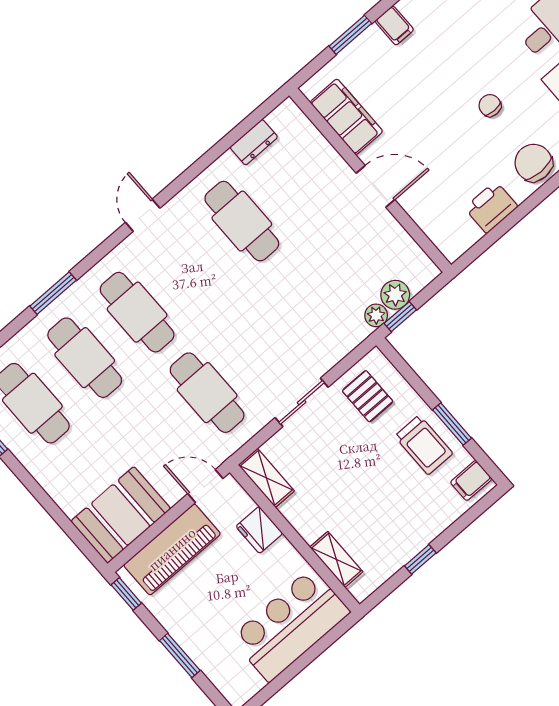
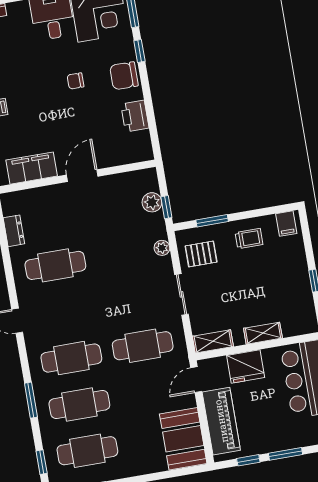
plant: (376, 315) -> (162, 248), moved
window: (452, 424) -> (212, 221), moved
trolley: (424, 445) -> (249, 238), width x0.73, depth x0.72
fridge: (259, 530) -> (246, 366), width x1.36, depth x1.34
shelving: (336, 559) -> (263, 333), moved
window: (126, 594) -> (248, 460), moved

